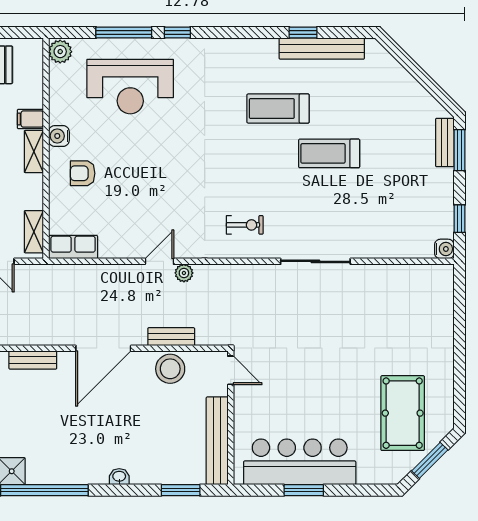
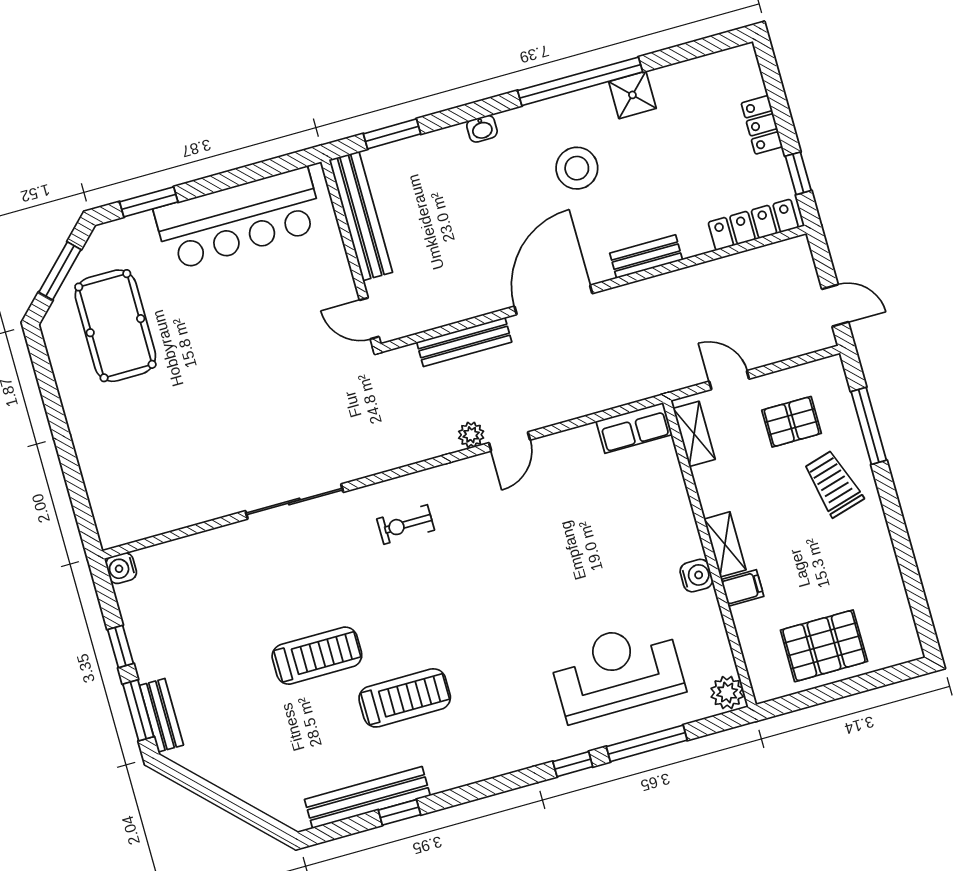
armchair: (83, 173) -> (649, 533), removed
window: (460, 219) -> (120, 647), moved
bench: (171, 337) -> (464, 342), width x1.36
stool: (170, 369) -> (577, 168), moved
window: (304, 490) -> (149, 202), moved

